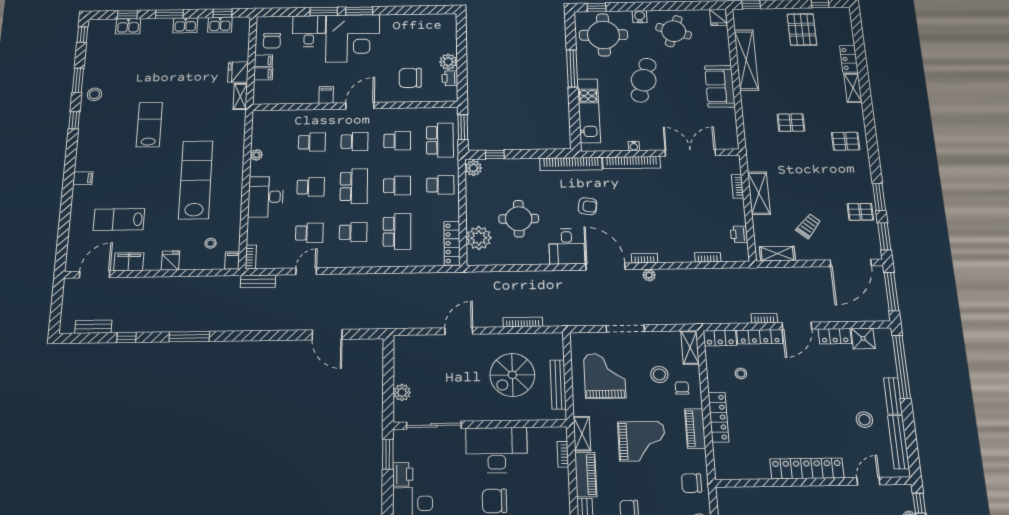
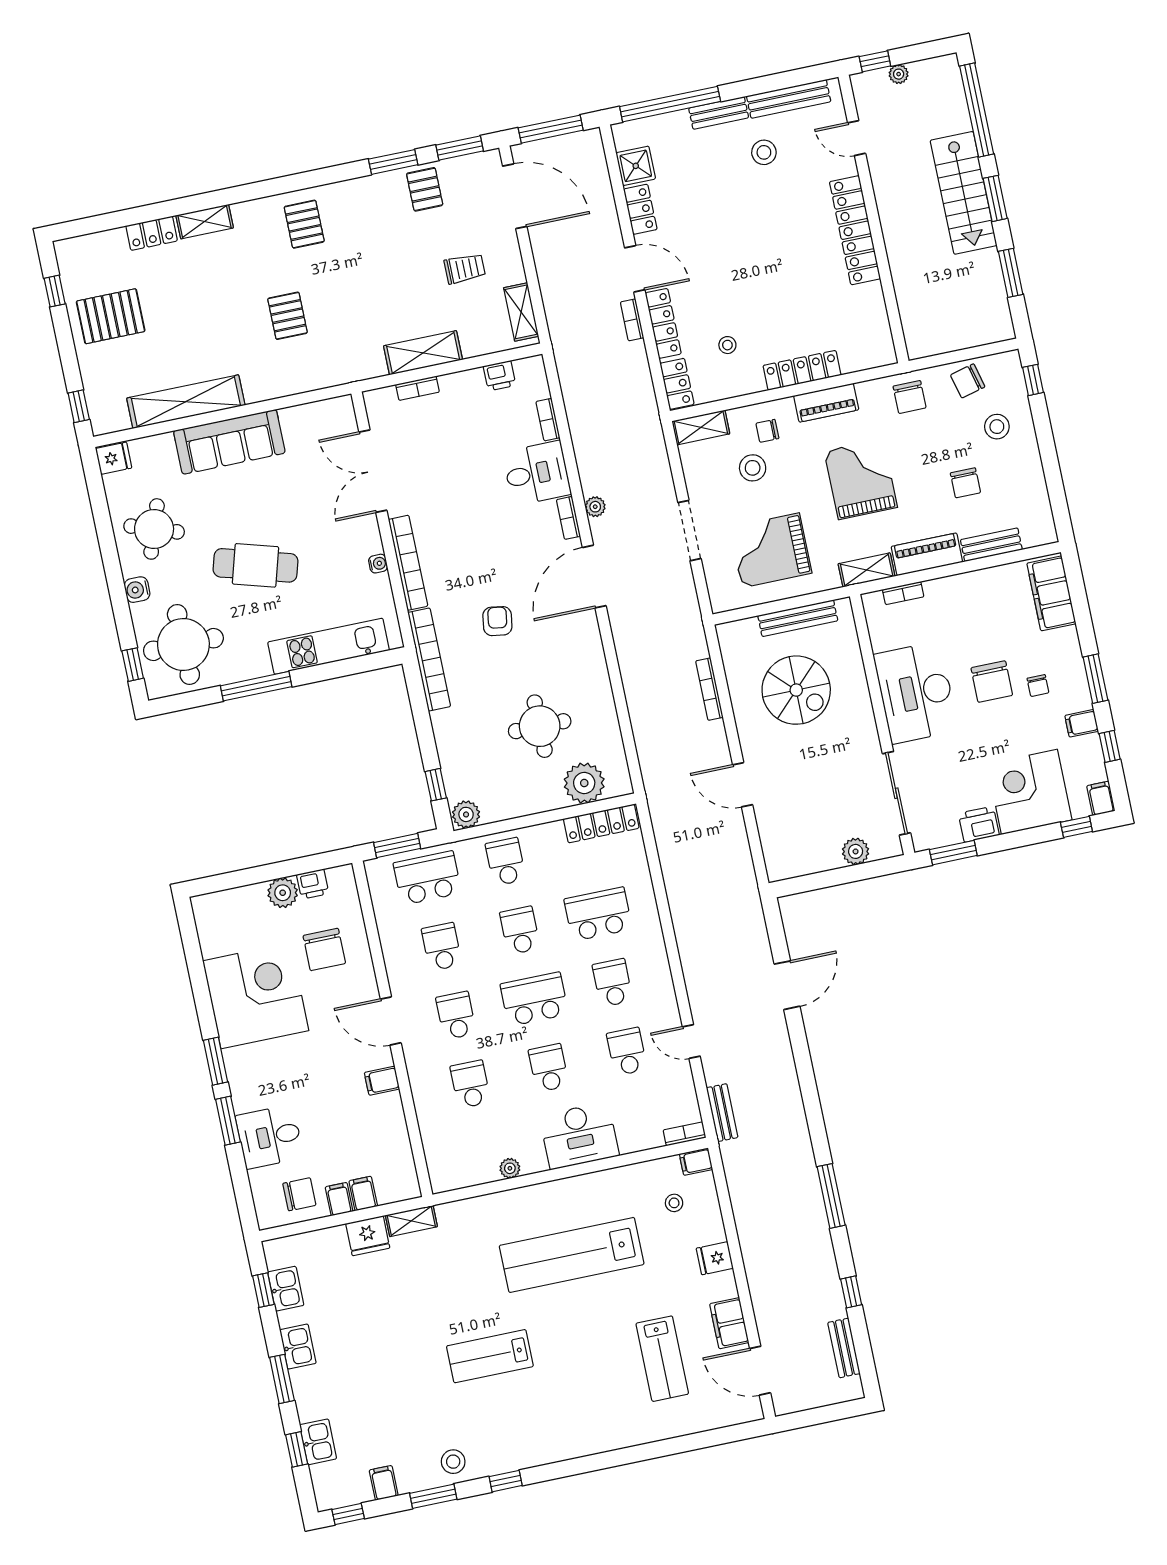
corner desk: (353, 38) -> (256, 996), moved
sofa: (720, 86) -> (229, 442), width x1.36
filing cabinet: (83, 178) -> (384, 1483), moved
trolley: (808, 226) -> (465, 269), turned 140
desk: (567, 246) -> (537, 473), moved

